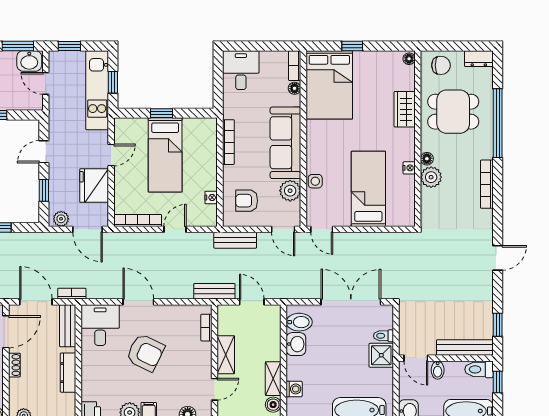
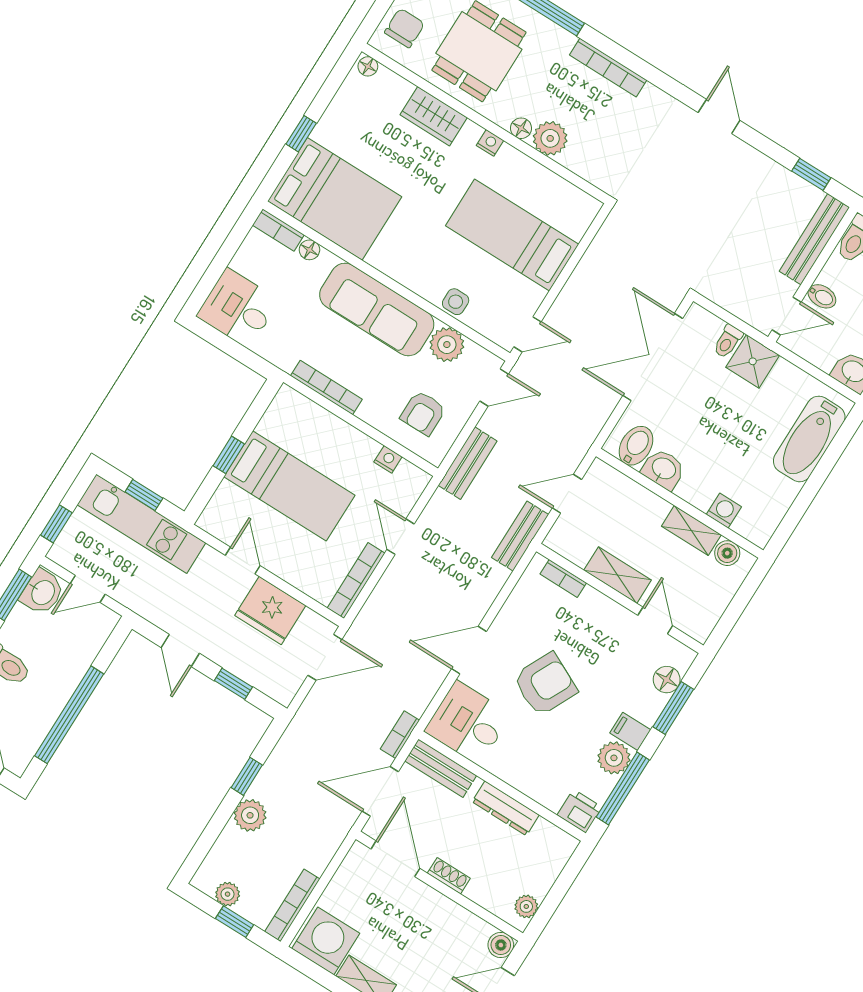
nightstand: (409, 168) -> (490, 143), moved
plant: (61, 219) -> (287, 685), removed

